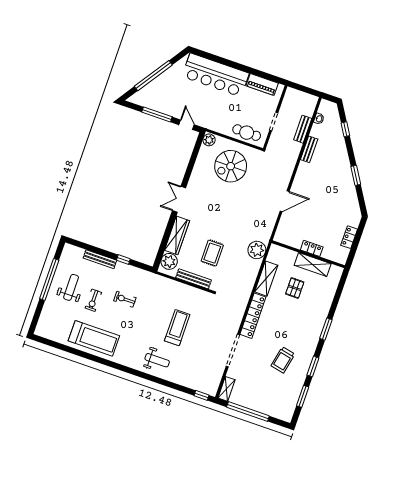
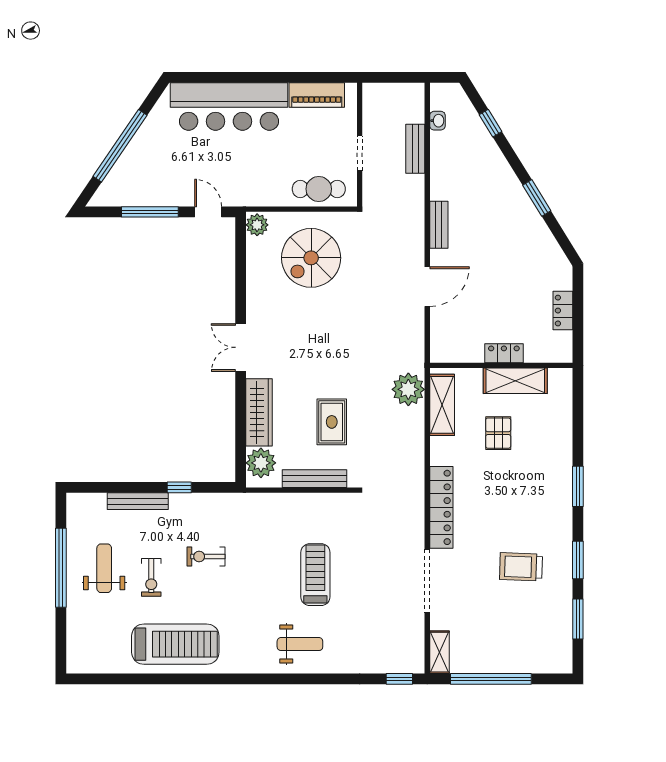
bench: (309, 149) -> (439, 225), moved
shelving: (266, 279) -> (442, 405), moved
trolley: (283, 360) -> (521, 567), turned 80

